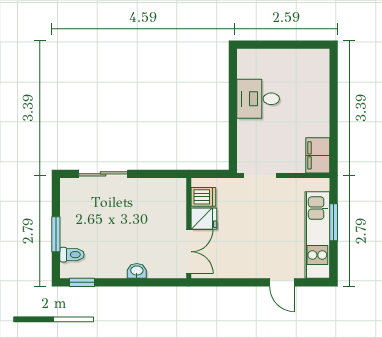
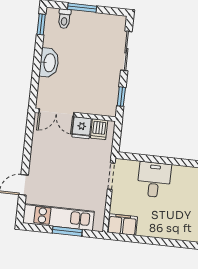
desk: (258, 99) -> (154, 180), moved
window: (160, 174) -> (121, 97), added
washbasin: (137, 271) -> (49, 63), width x1.91, depth x1.45

